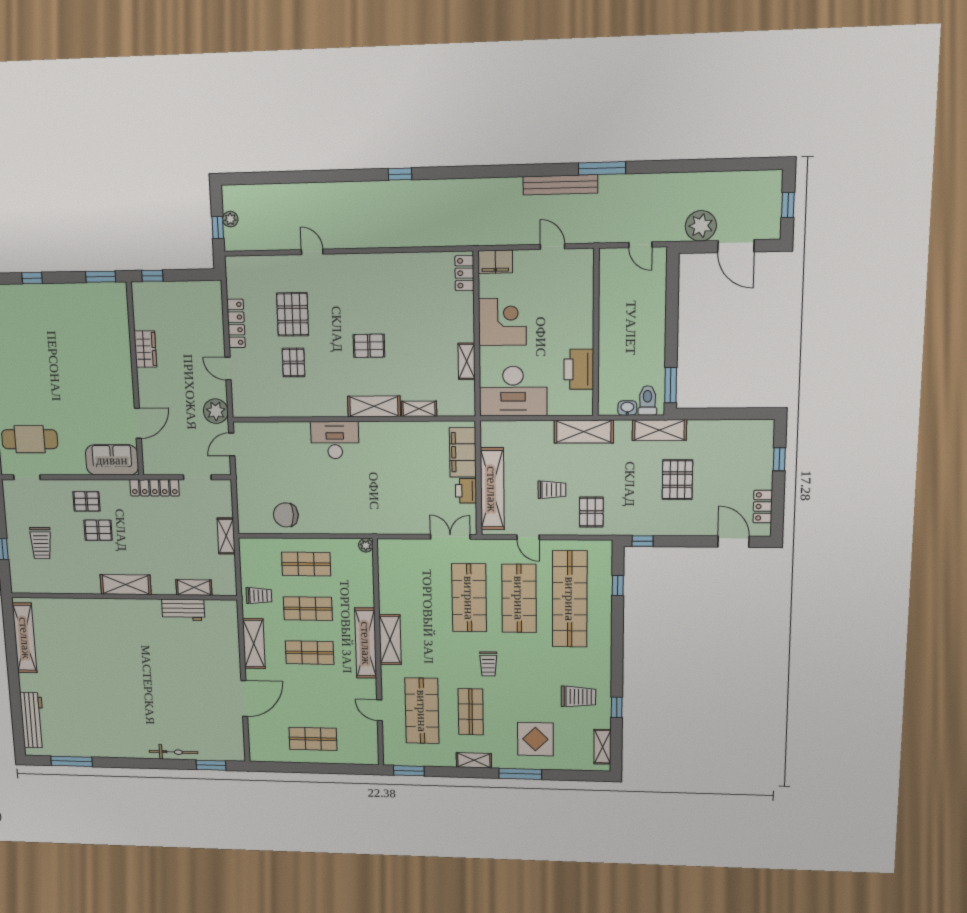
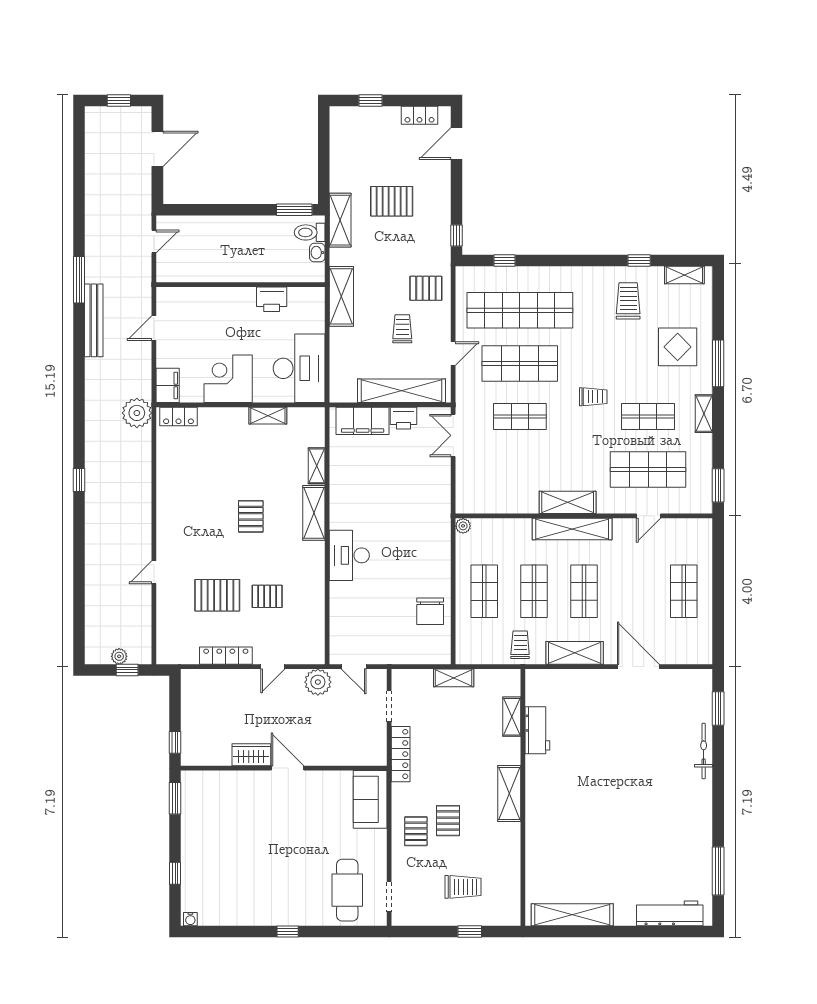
plant: (701, 226) -> (137, 413), moved
printer: (579, 369) -> (272, 299), width x0.73, depth x0.84
door: (138, 423) -> (288, 768), moved
shop shelf: (469, 598) -> (520, 416), width x0.70, depth x0.74

